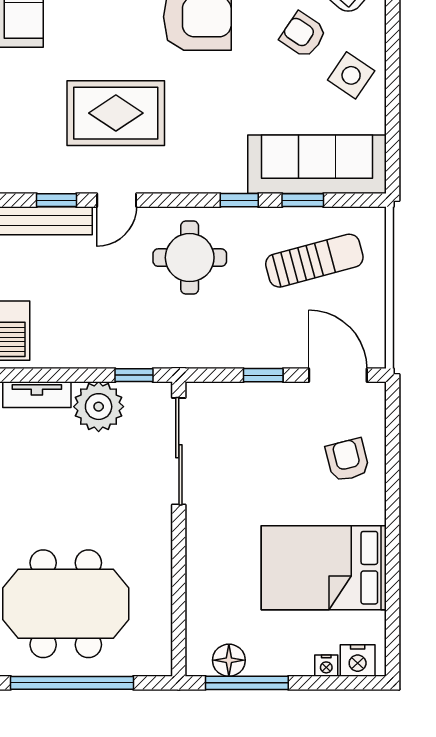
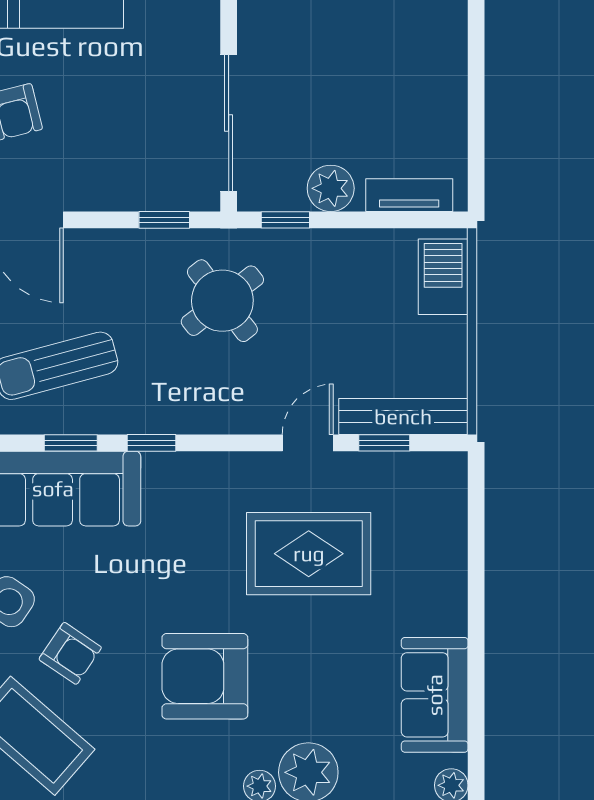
round table: (190, 258) -> (222, 301), moved, turned -38
window: (263, 375) -> (164, 220), moved
plant: (99, 407) -> (331, 188), width x0.73, depth x0.73

